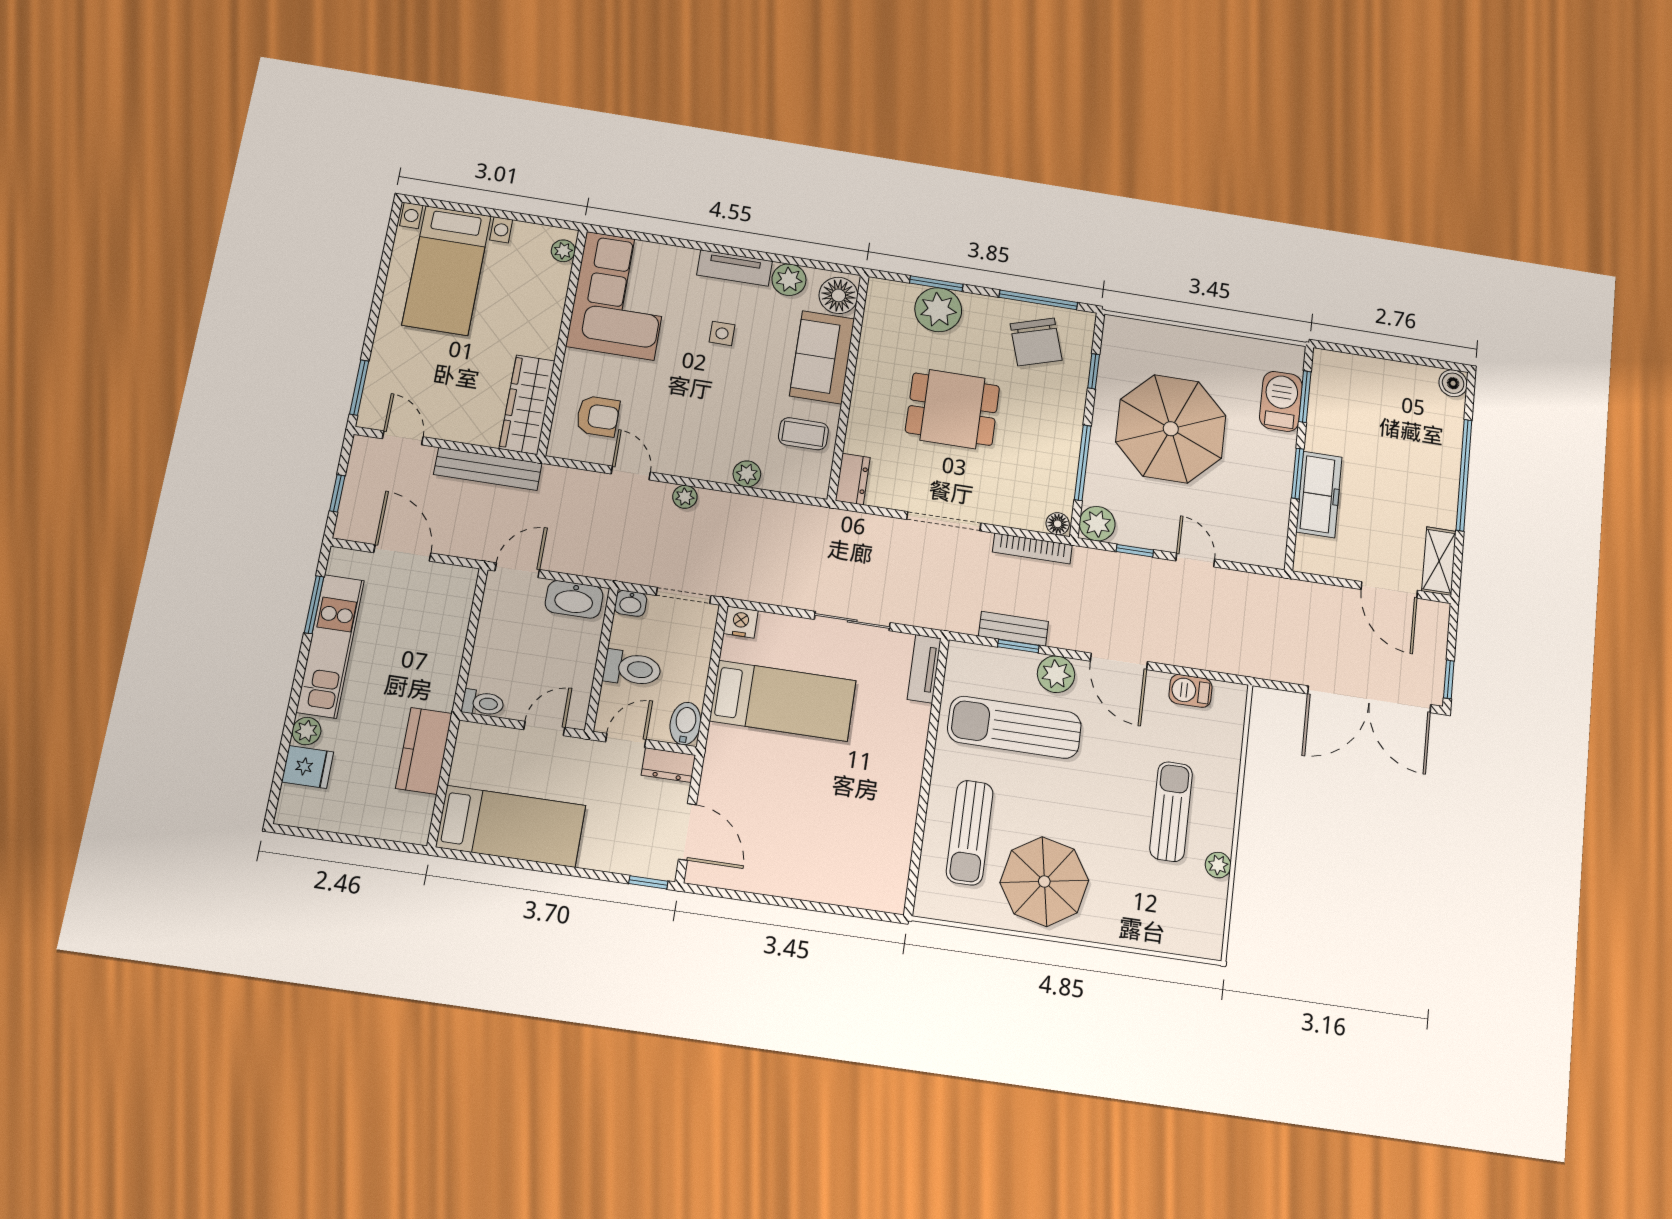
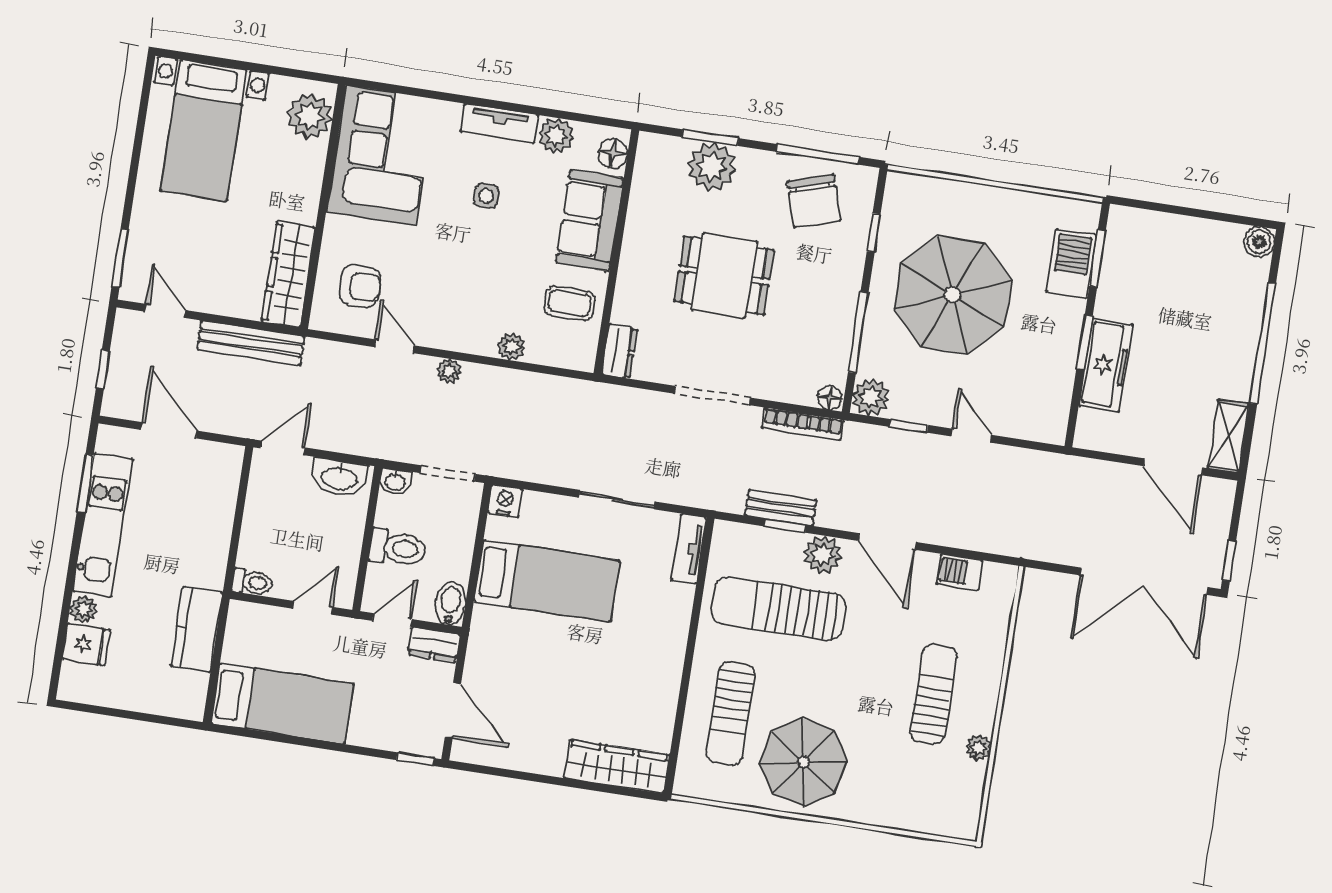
plant: (563, 251) -> (310, 116), width x1.87, depth x1.87
floor lamp: (838, 295) -> (613, 153), width x0.73, depth x0.73
wardrobe: (856, 888) -> (617, 766), added

